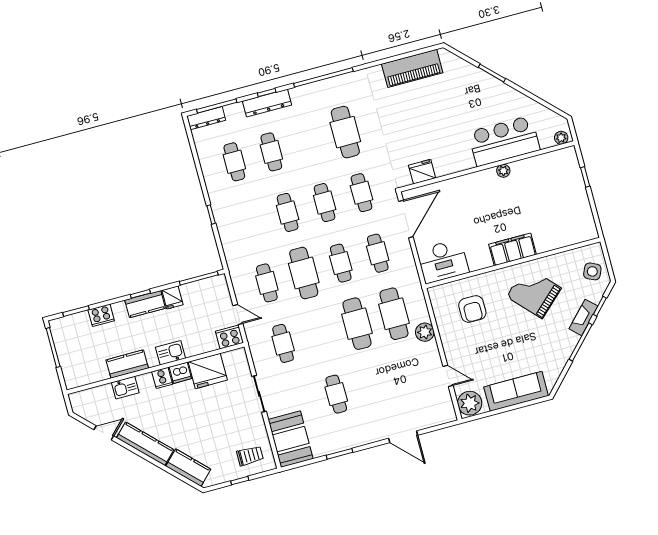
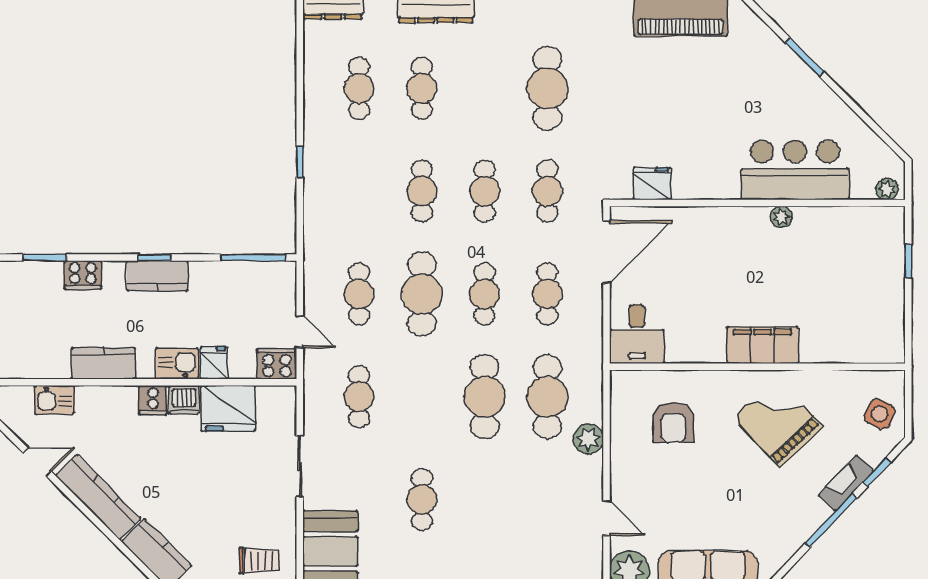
desk: (443, 261) -> (637, 334), width x0.73
fridge: (172, 297) -> (214, 363), moved, turned 180
kitchen sink: (125, 388) -> (54, 400), moved

